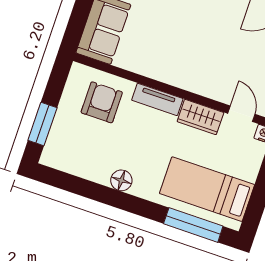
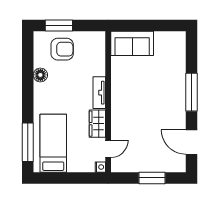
armchair: (102, 102) -> (62, 49), moved
floor lamp: (121, 180) -> (40, 75), moved

